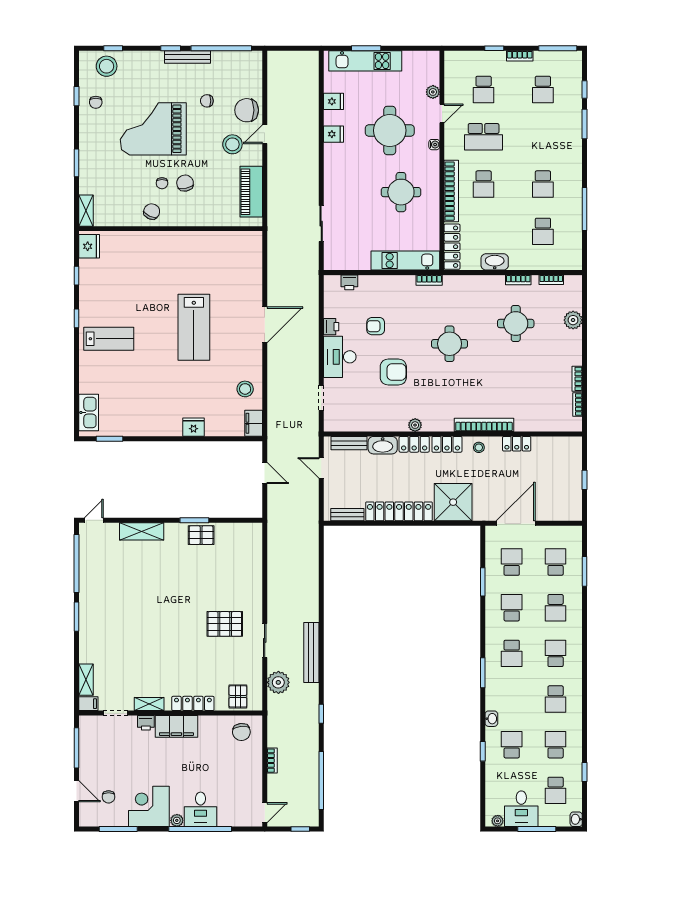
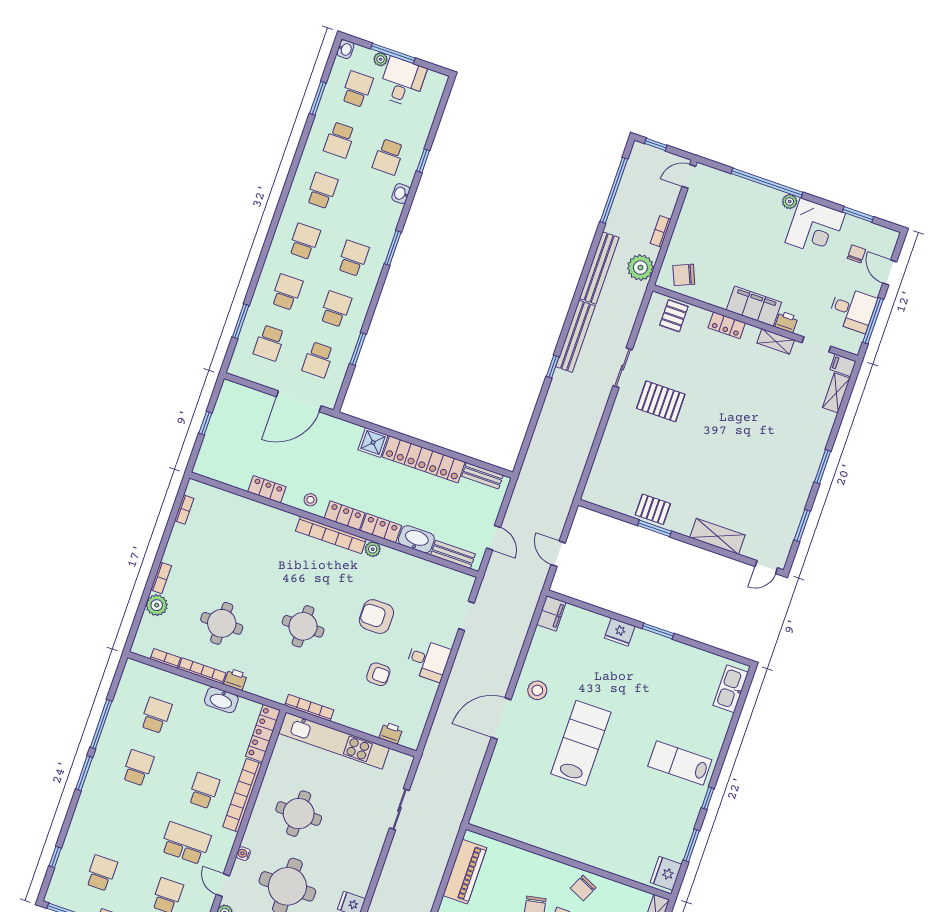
door: (442, 114) -> (223, 885), hinge flipped
window: (585, 124) -> (84, 773), moved
kitchen unit: (405, 261) -> (334, 741), width x1.36
window: (77, 276) -> (691, 845), width x1.50
bookcase: (429, 280) -> (309, 708), width x1.56
bookcase: (518, 280) -> (202, 671), width x1.56
printer: (331, 327) -> (235, 679), moved, turned 90
desk: (340, 357) -> (428, 660), width x0.73
bookcase: (577, 379) -> (161, 578), moved
stool: (245, 389) -> (537, 690), moved
bookcase: (484, 425) -> (331, 535), moved
window: (109, 439) -> (658, 631), moved
shower: (453, 502) -> (373, 443), width x0.54, depth x0.54
window: (77, 564) -> (802, 526), width x0.47
school desk: (512, 608) -> (336, 309), turned 180
school desk: (556, 653) -> (304, 241), turned 180
plant: (278, 682) -> (640, 268), moved
locker: (193, 703) -> (727, 325), width x0.66
bench: (311, 714) -> (599, 268), added
window: (321, 714) -> (553, 367), moved
chair: (241, 732) -> (684, 275), turned -108
window: (585, 772) -> (318, 98), width x1.50
desk: (201, 809) -> (852, 309), moved, turned 90
plant: (498, 821) -> (381, 59), moved
window: (118, 829) -> (858, 214), width x0.69

